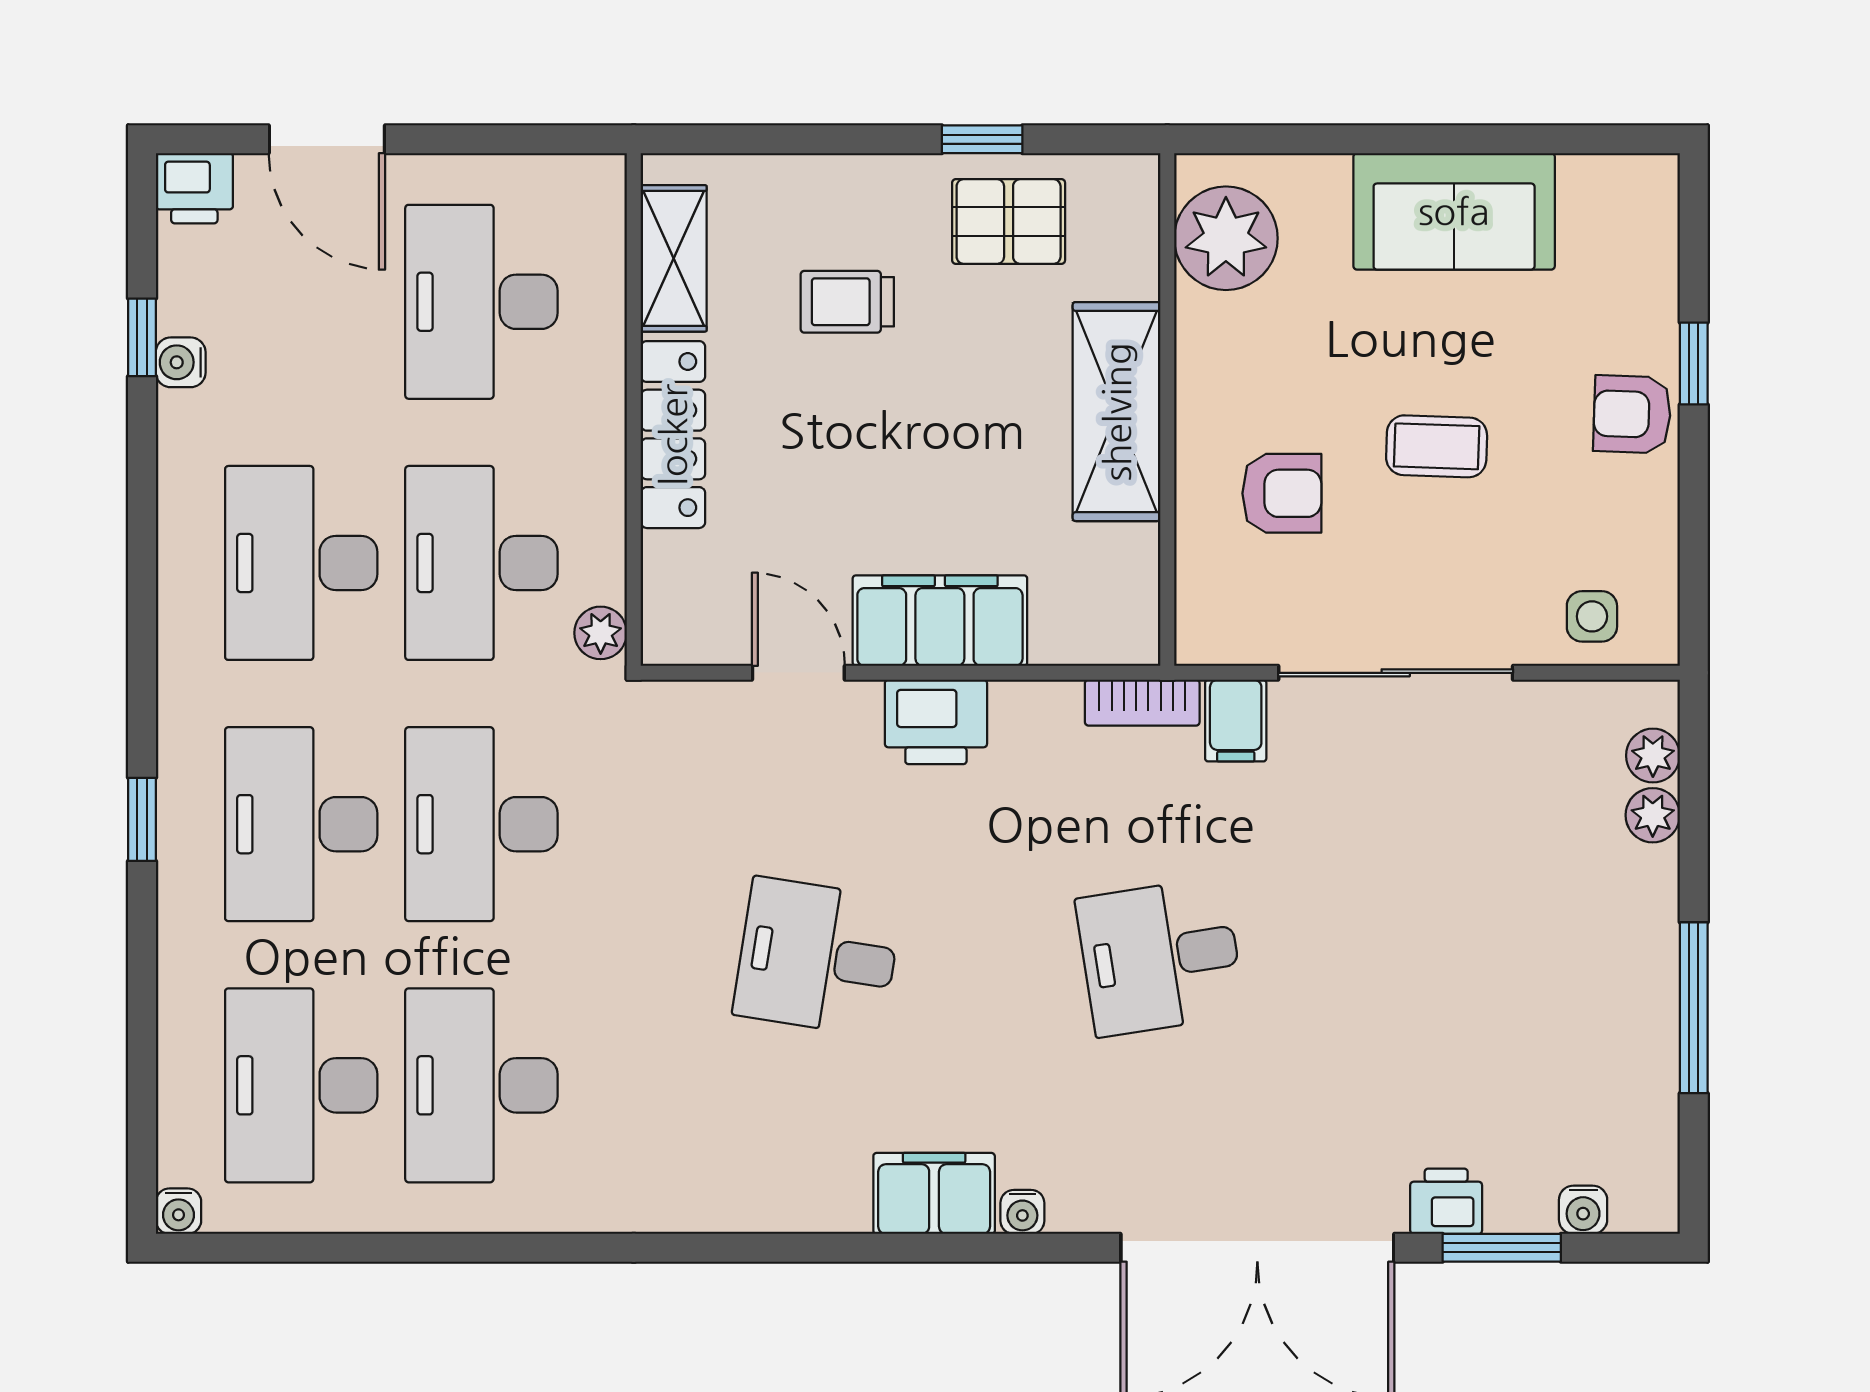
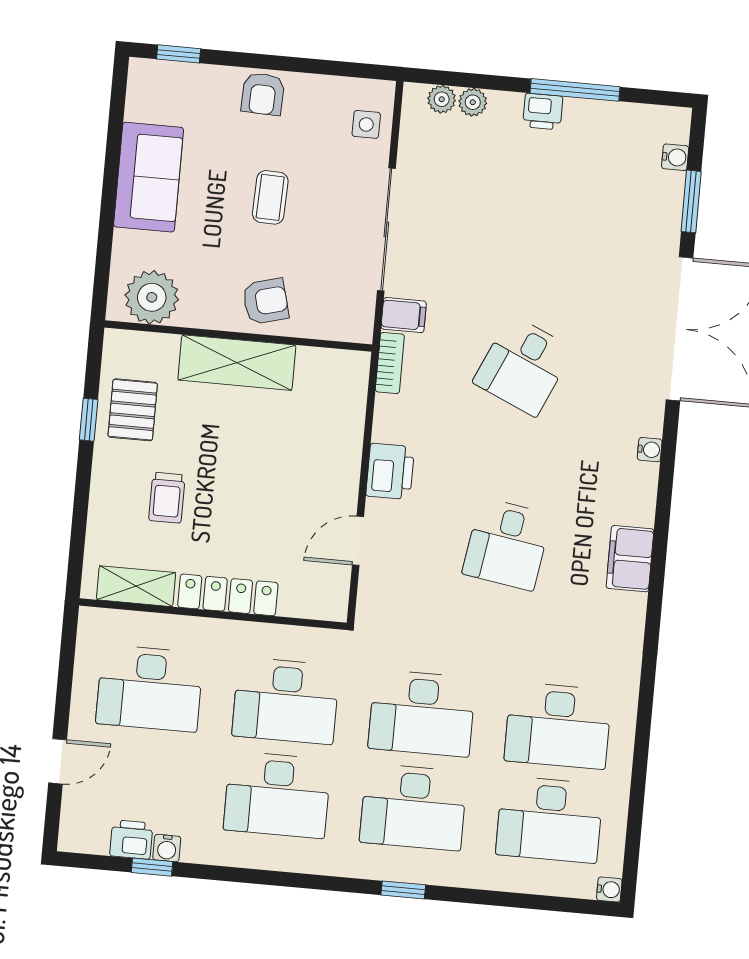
door: (327, 139) -> (58, 761), width x0.73
printer: (194, 188) -> (131, 840), moved, turned -90
window: (1694, 363) -> (179, 54), moved
armchair: (1282, 493) -> (266, 301), moved, turned 75
filing cabinet: (940, 621) -> (337, 465), removed
plant: (601, 633) -> (328, 642), removed
desk: (1160, 957) -> (523, 366), turned 33
filing cabinet: (934, 1193) -> (630, 559), moved
printer: (1446, 1201) -> (543, 111), moved, turned -90

